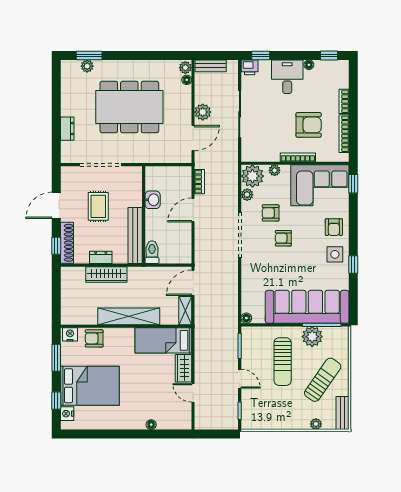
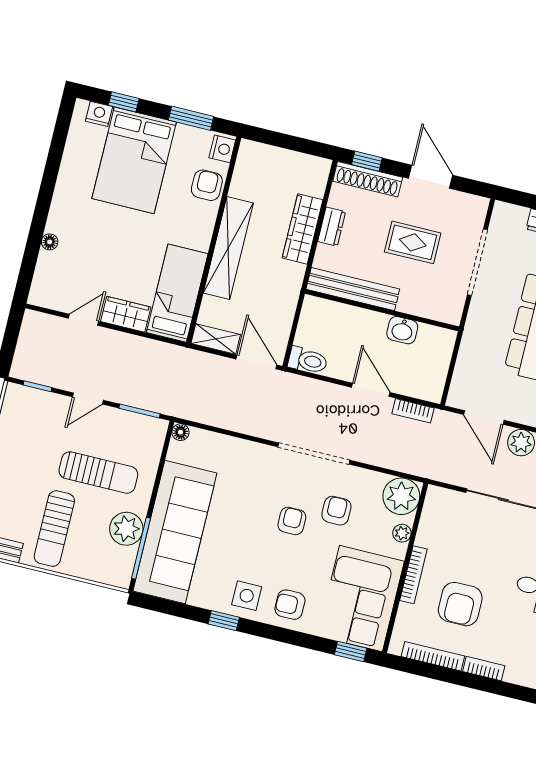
plant: (247, 195) -> (374, 481), removed
toilet: (152, 252) -> (308, 360), moved
sun lounger: (283, 362) -> (98, 473), turned 180
sun lounger: (323, 380) -> (54, 529), turned 55

